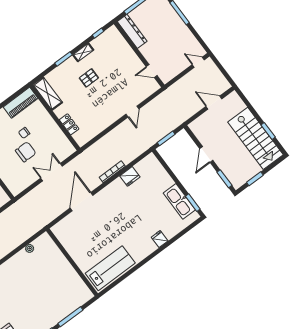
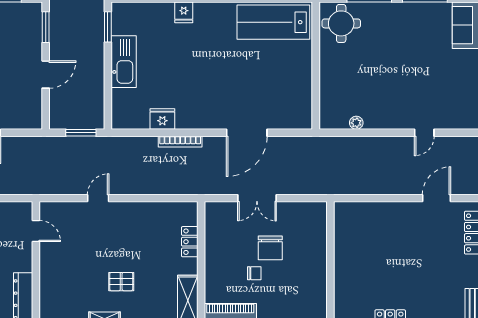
chair: (26, 152) -> (270, 248), turned -90
kitchen sink: (179, 201) -> (124, 62), moved
round table: (75, 293) -> (341, 23), added

